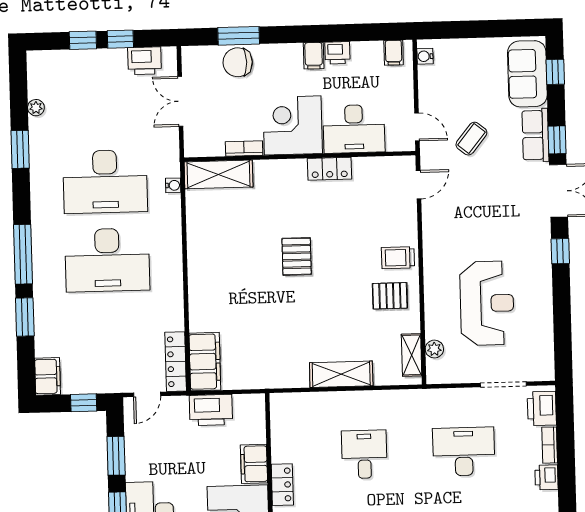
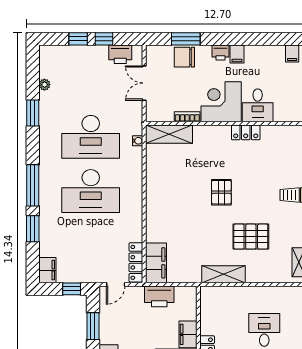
printer: (337, 53) -> (220, 53), moved
desk: (354, 129) -> (258, 105), width x0.73
pallet: (390, 296) -> (251, 237), moved, width x1.50, depth x1.42
shelving: (341, 374) -> (224, 274), moved

